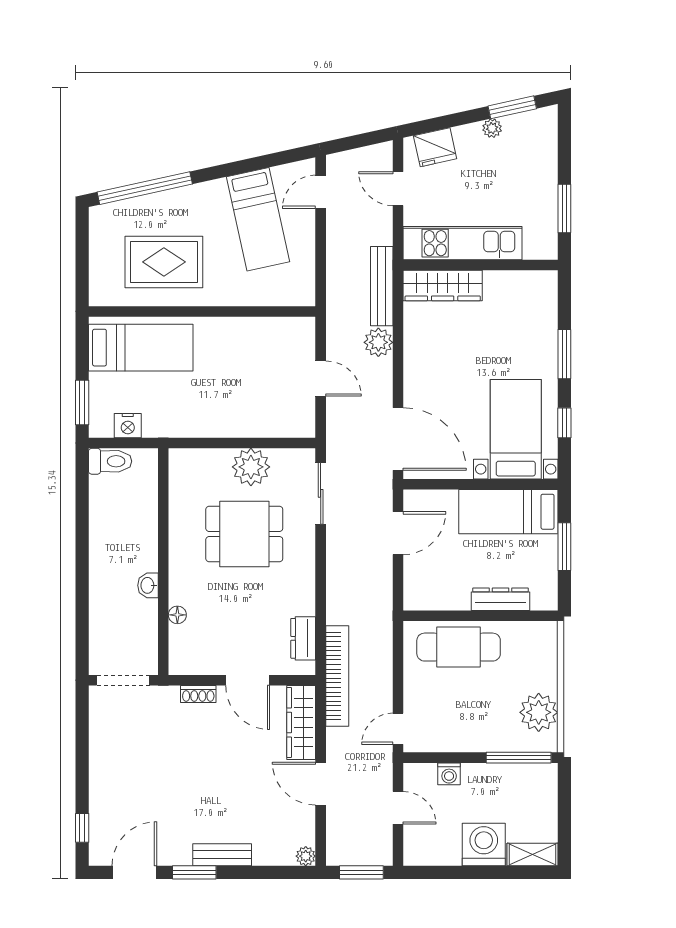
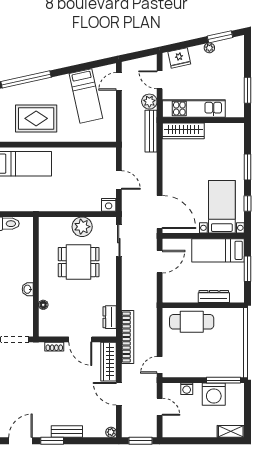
plant: (378, 342) -> (149, 102), moved
nightstand: (128, 426) -> (109, 205), moved
plant: (539, 712) -> (234, 356), removed
washing machine: (484, 845) -> (214, 394), moved, turned 180

